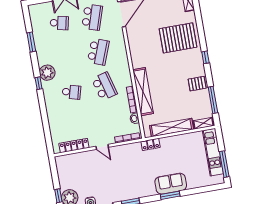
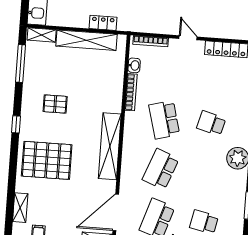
pallet: (197, 84) -> (55, 104), moved
shelving: (143, 92) -> (110, 146), moved
locker: (151, 144) -> (103, 23), moved

